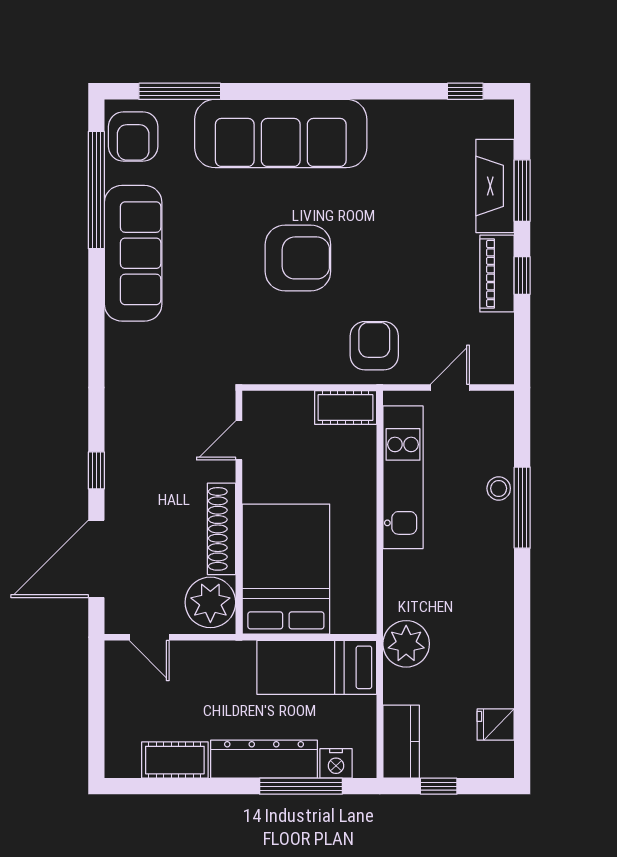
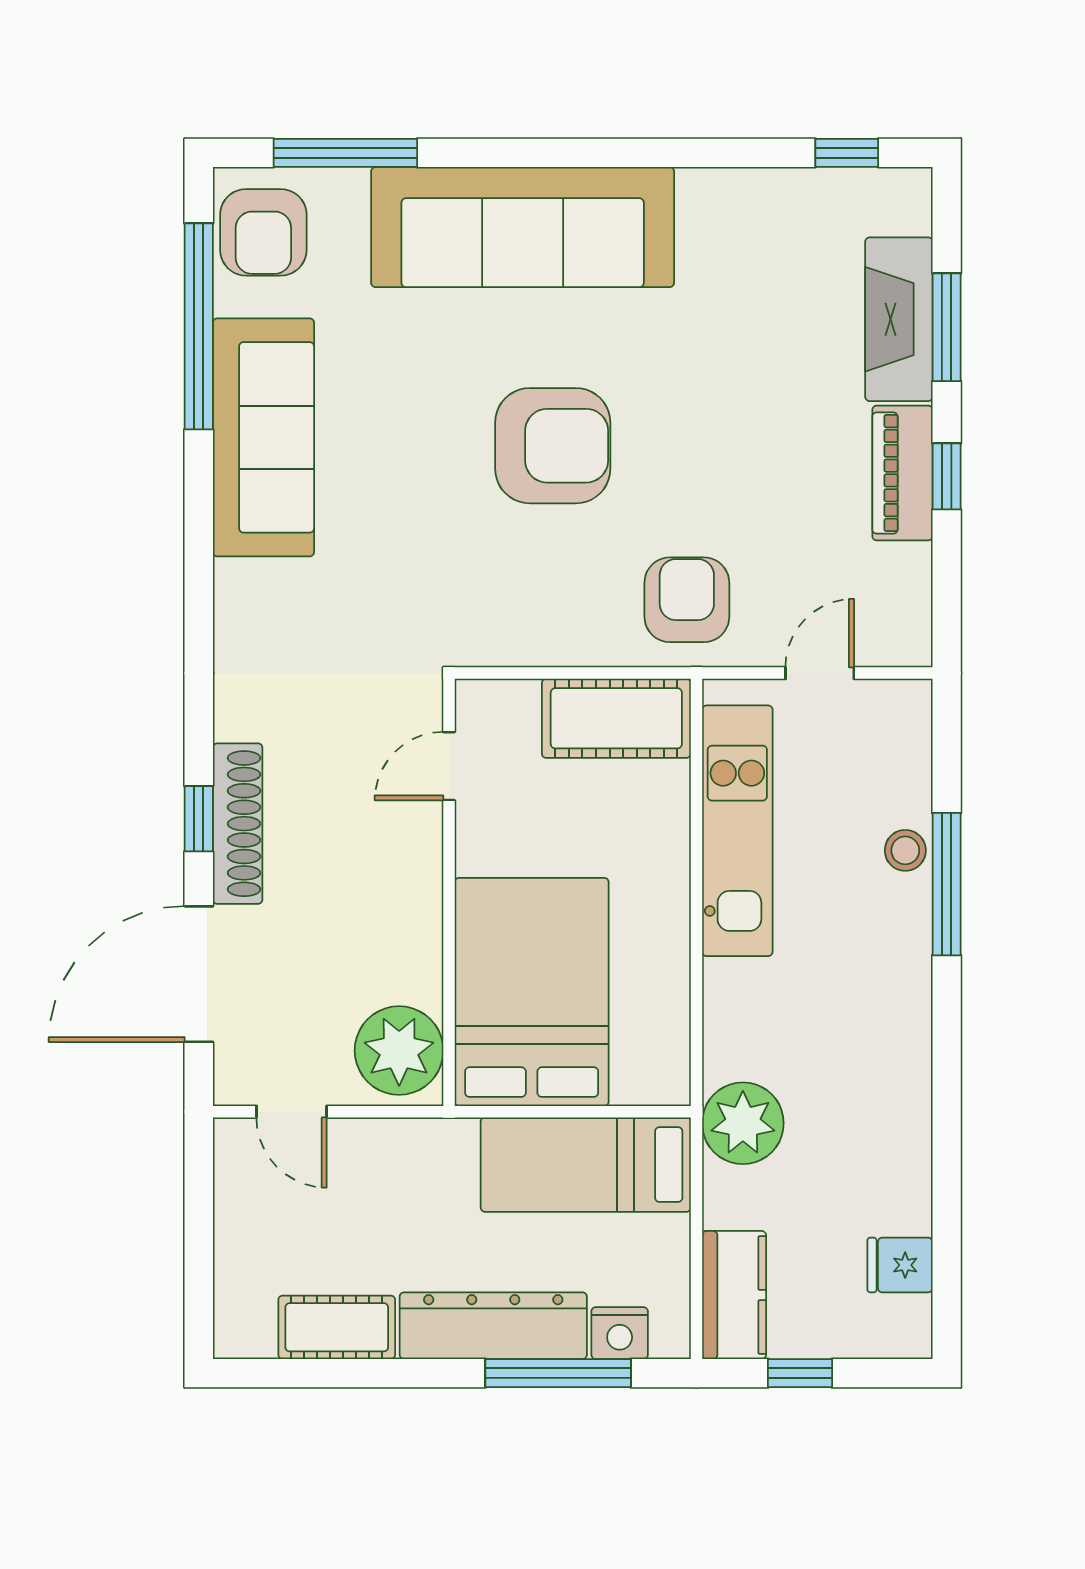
cot: (346, 408) -> (616, 718), width x1.37, depth x1.34
shoe rack: (221, 529) -> (238, 824), moved, turned 180

